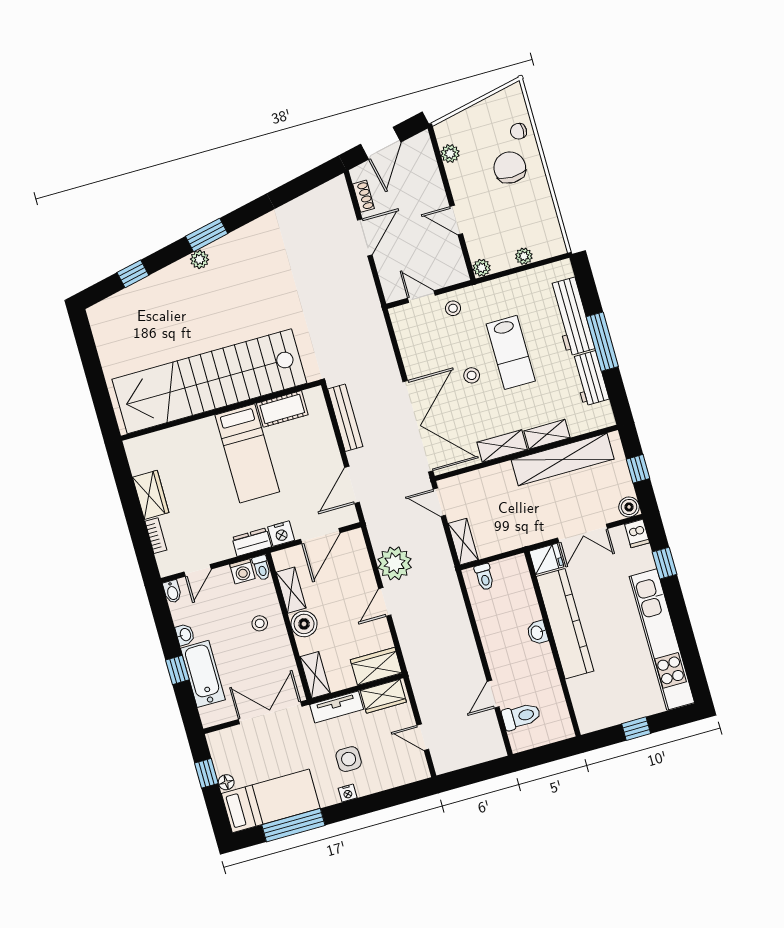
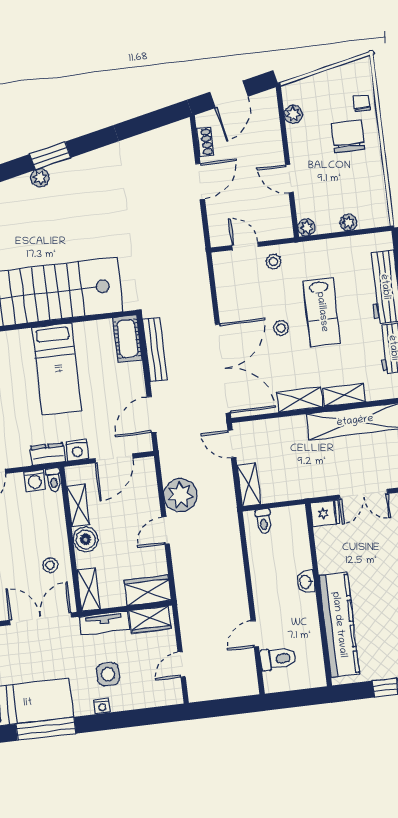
chair: (519, 131) -> (362, 103), turned 90
cot: (282, 409) -> (127, 339), moved, turned 90
stool: (260, 623) -> (50, 565), moved
kitchen counter: (565, 624) -> (339, 625), moved
door: (423, 737) -> (182, 664), hinge flipped

